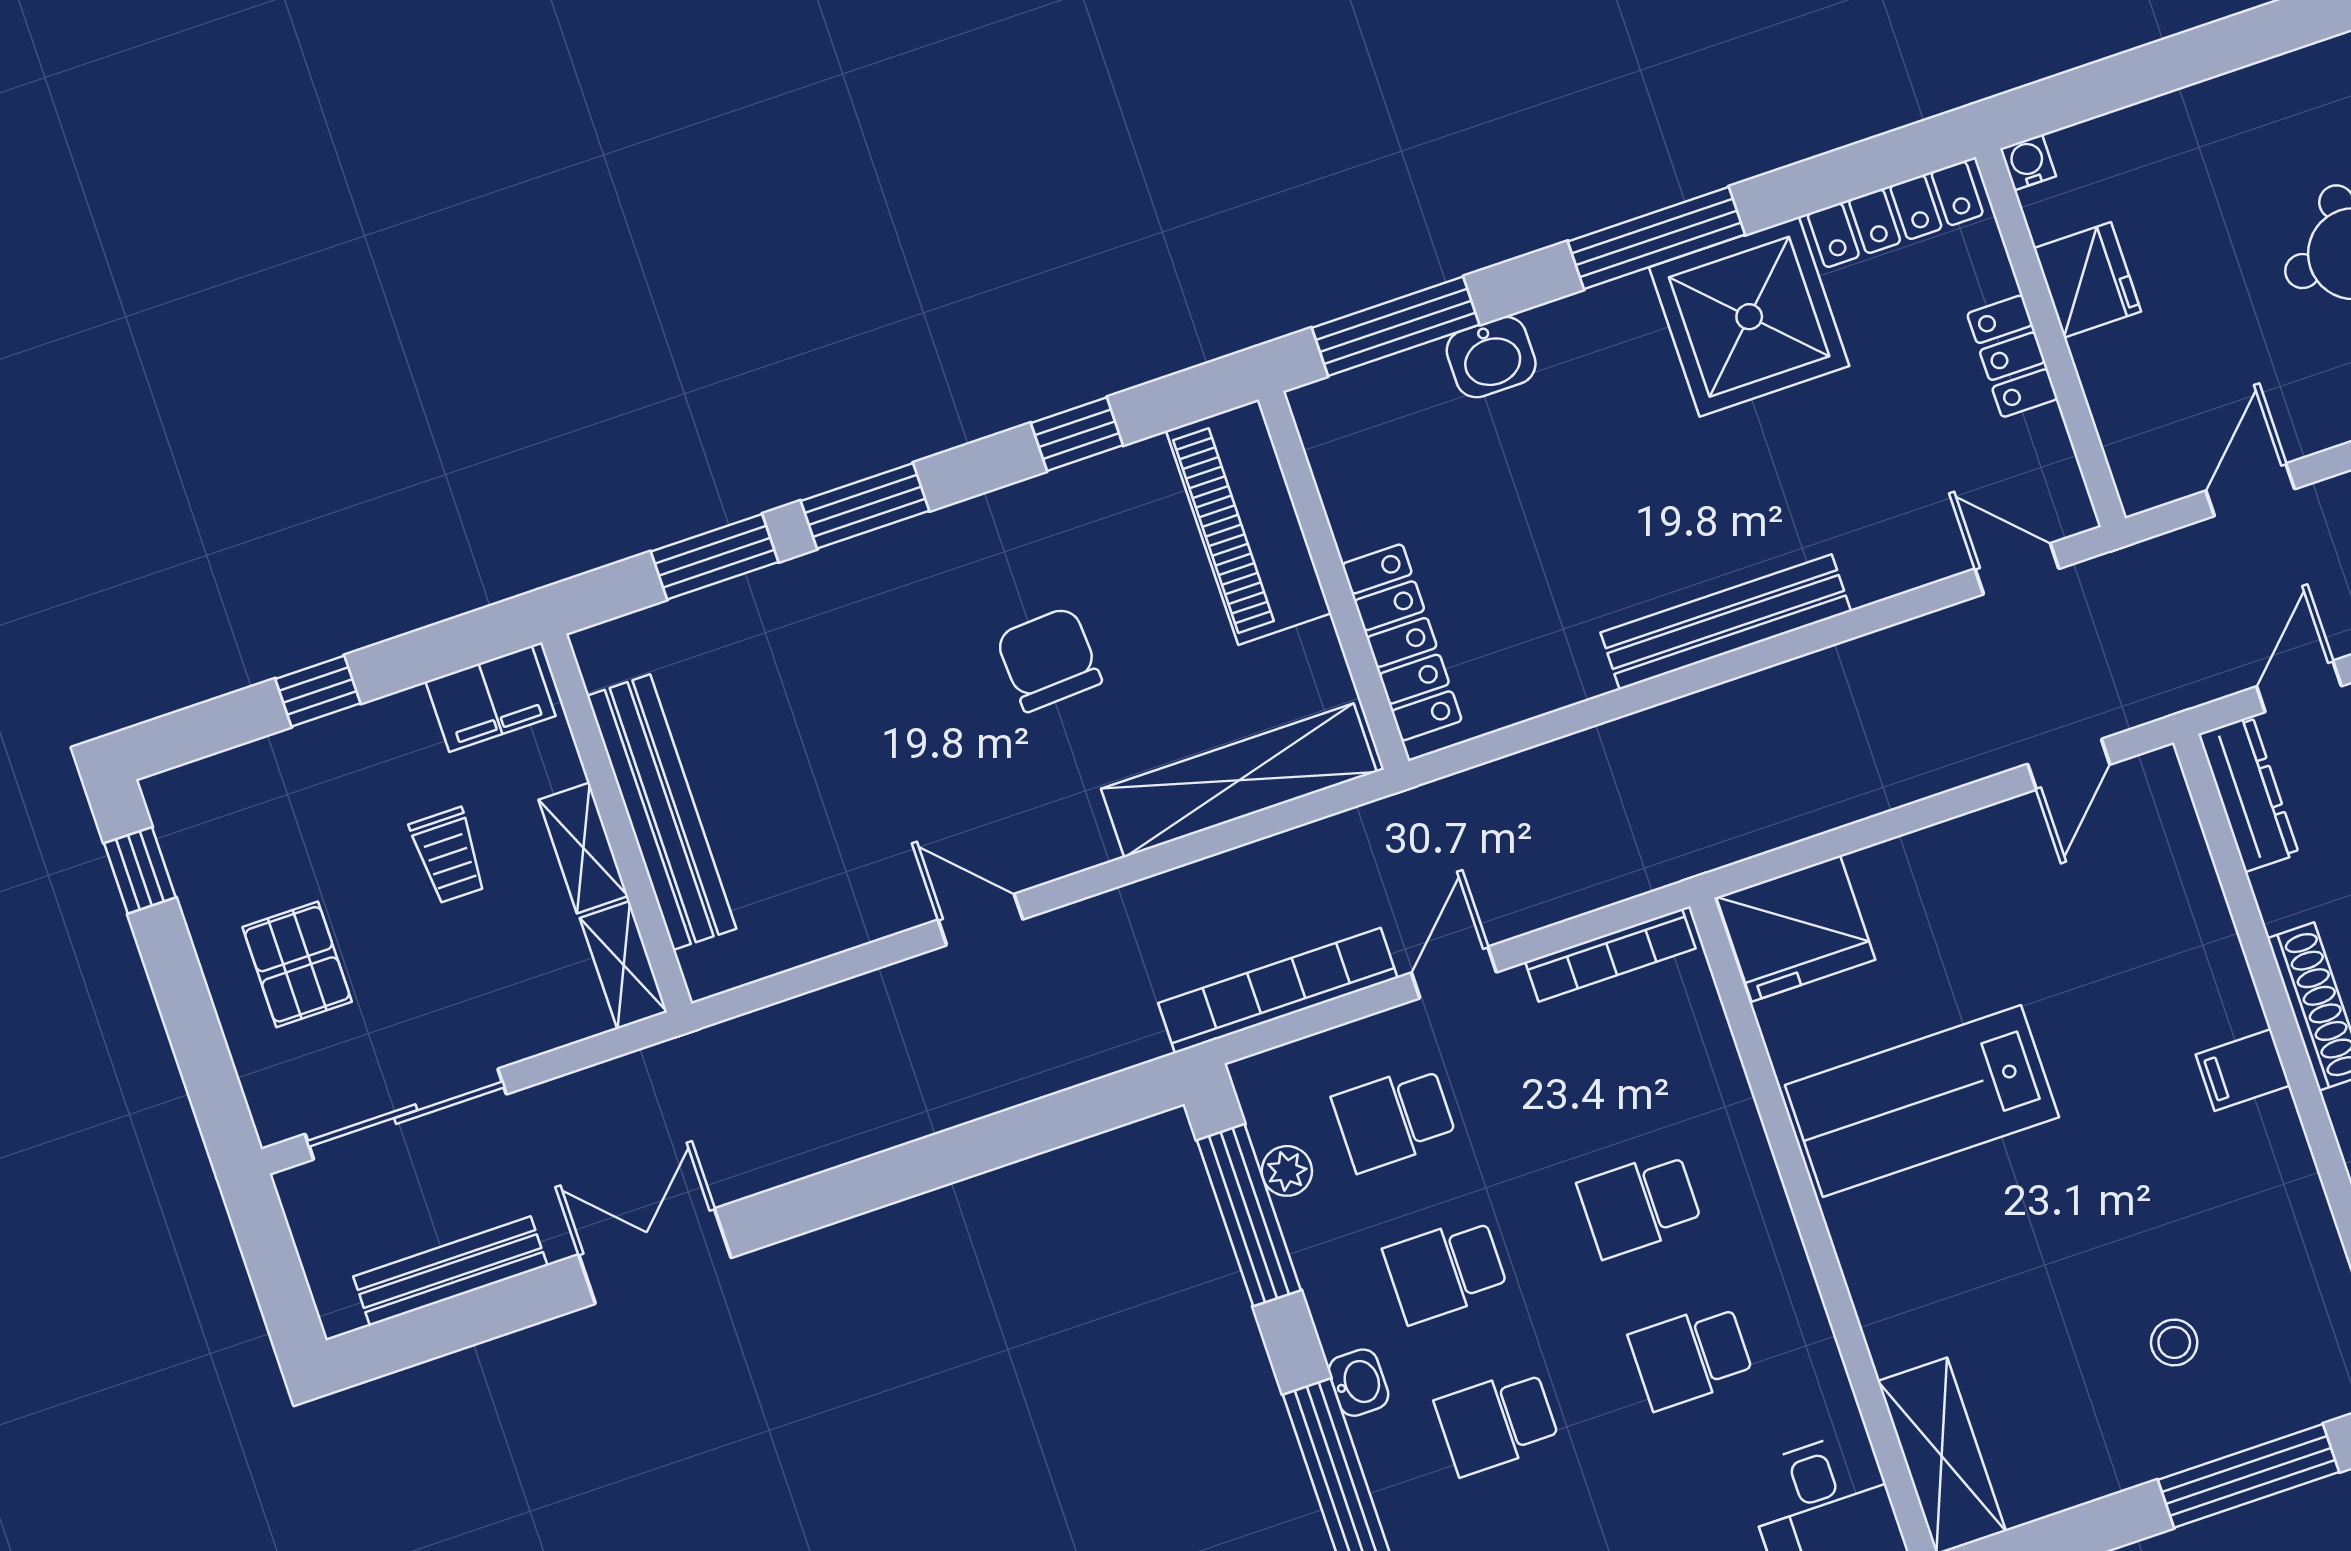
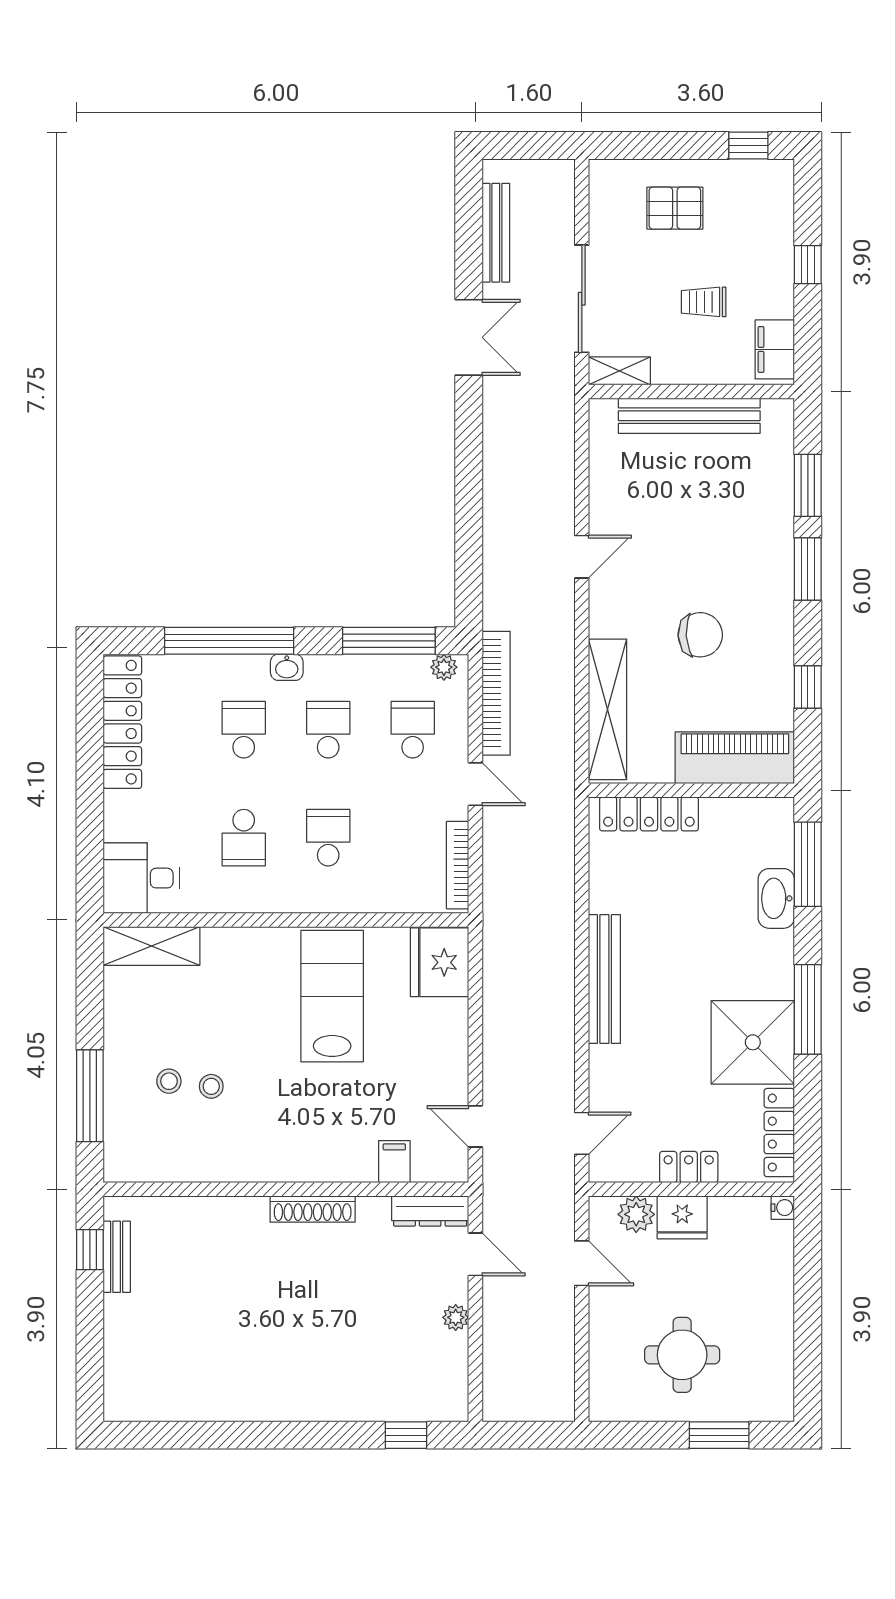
fridge: (2087, 280) -> (682, 1217), moved
washbasin: (1491, 357) -> (776, 898), width x1.38
plant: (2129, 422) -> (636, 1214), added
shelving: (583, 848) -> (685, 371), removed
filing cabinet: (2243, 1070) -> (394, 1162), moved
sliding door: (406, 1114) -> (582, 299), moved
plant: (1287, 1171) -> (444, 667), moved
stool: (2158, 1263) -> (211, 1086), added
school desk: (1691, 1356) -> (244, 838), turned 180

